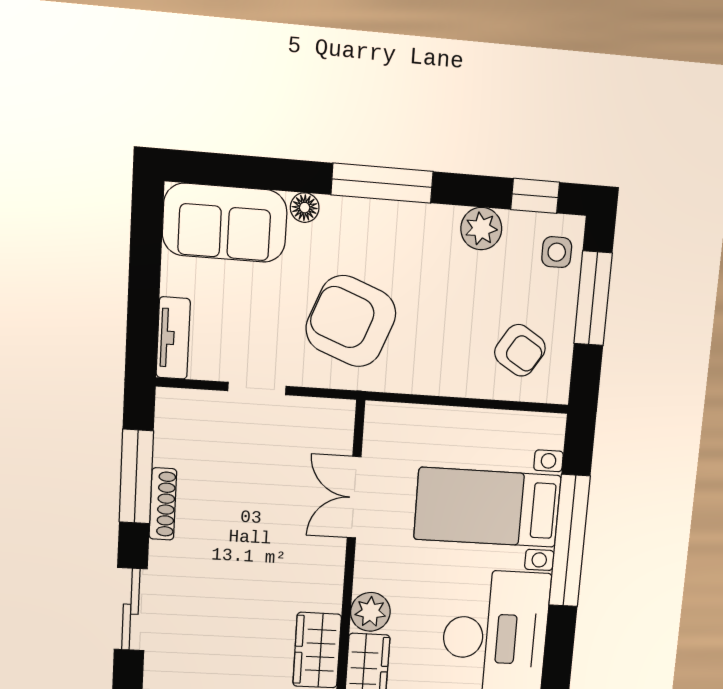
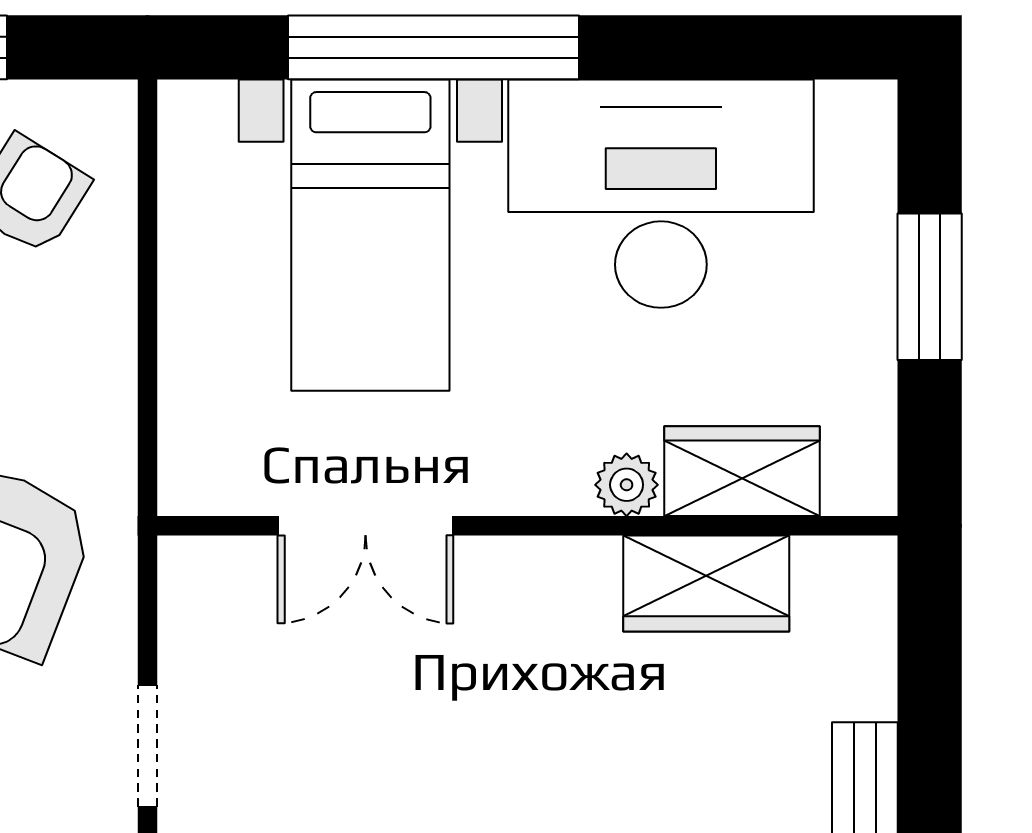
plant: (370, 612) -> (627, 485), width x0.73, depth x0.73

